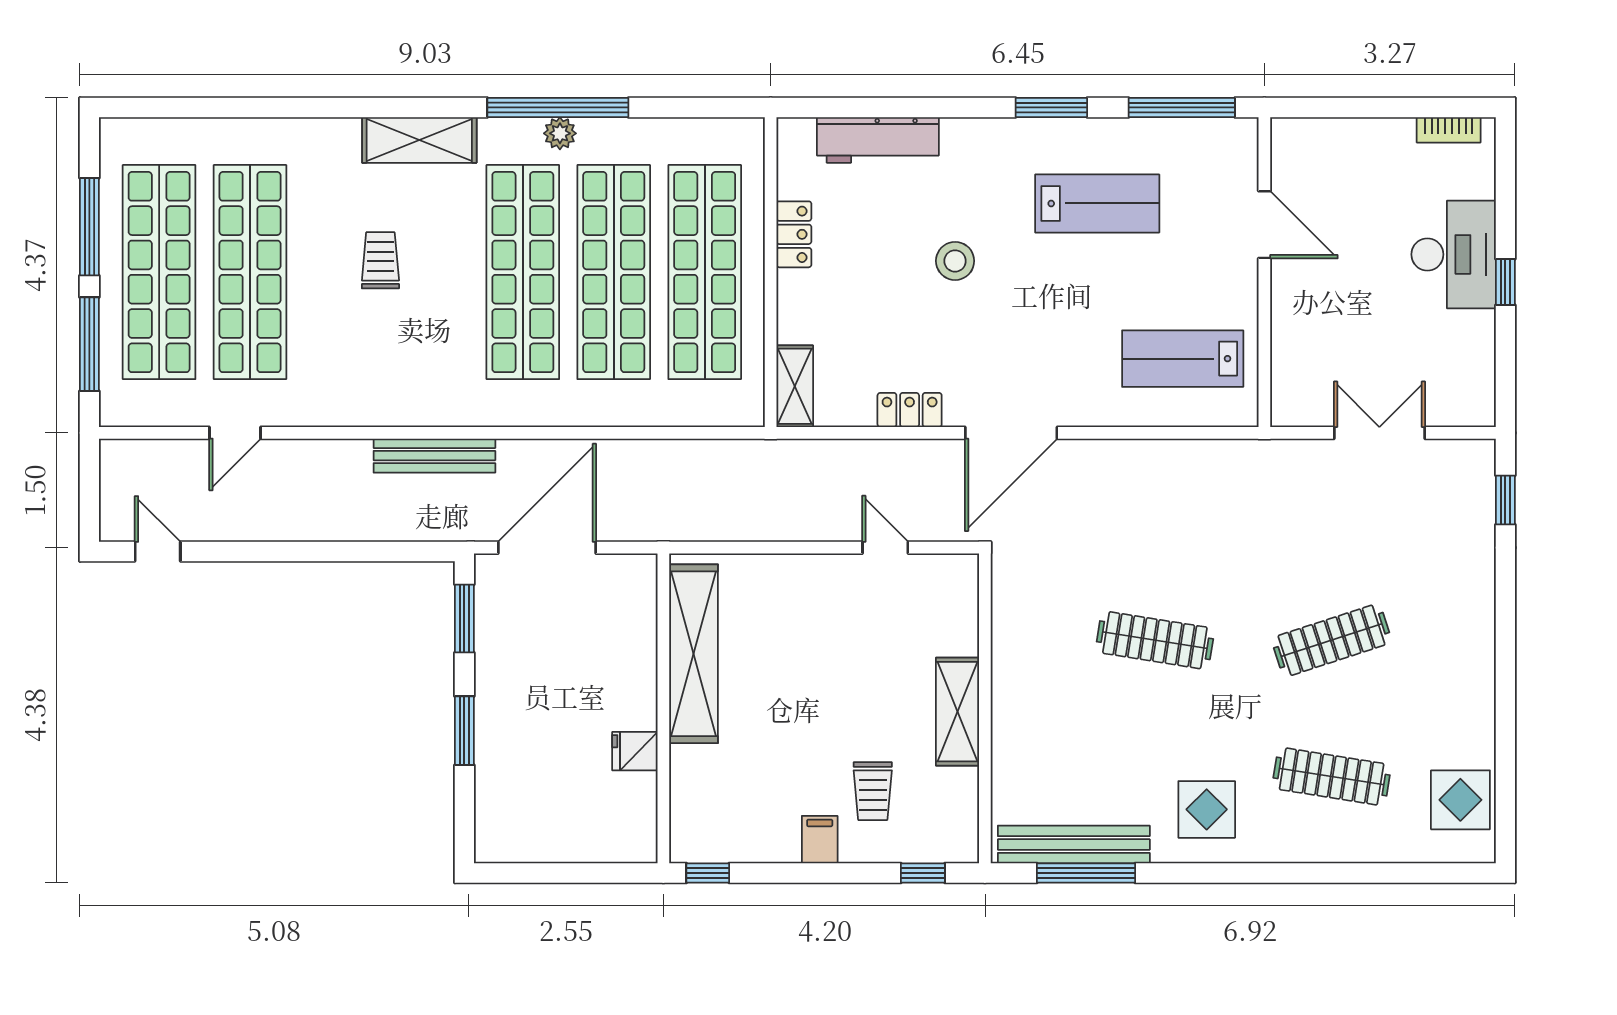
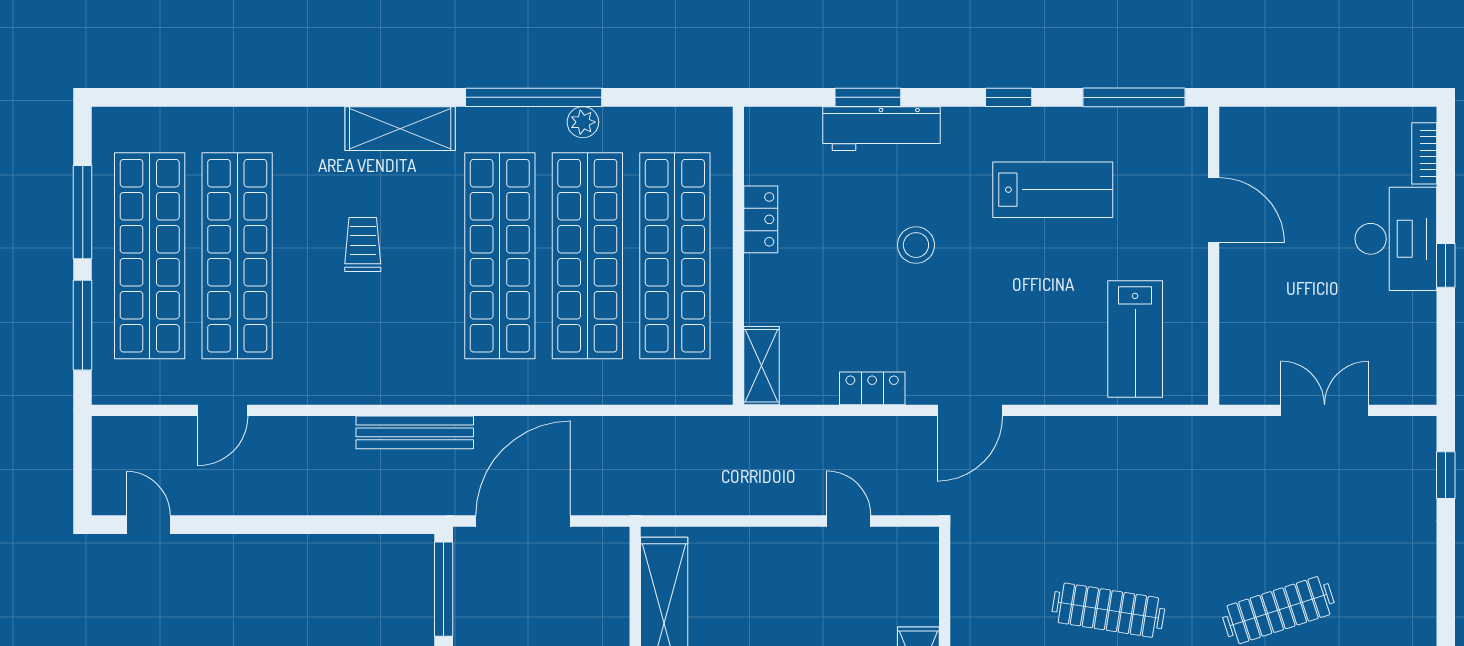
window: (905, 107) -> (868, 97), added
window: (1051, 107) -> (1009, 97), width x0.67
bookcase: (1449, 130) -> (1424, 153), moved, turned 90
plant: (560, 133) -> (583, 122), moved
workbench: (878, 140) -> (882, 129), moved
lab bench: (1183, 359) -> (1135, 339), turned -90
door: (1011, 433) -> (970, 410), width x0.73
window: (464, 618) -> (444, 589), width x1.44

